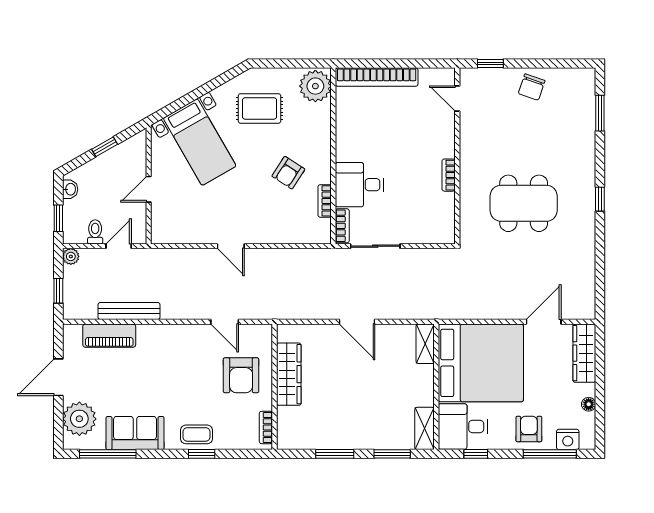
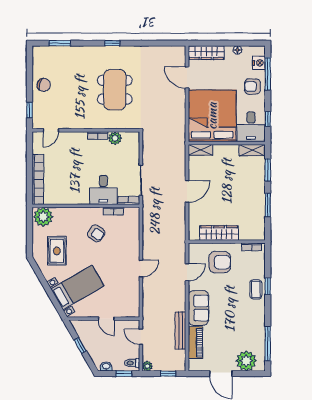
plant: (444, 204) -> (115, 138), added
toilet: (95, 232) -> (132, 363), moved
sofa: (135, 433) -> (199, 308), moved, turned 180

